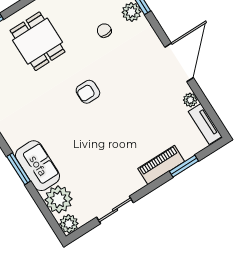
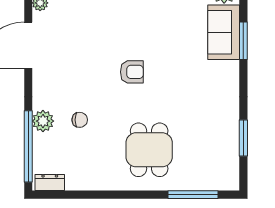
chair: (104, 31) -> (80, 120), turned -90

